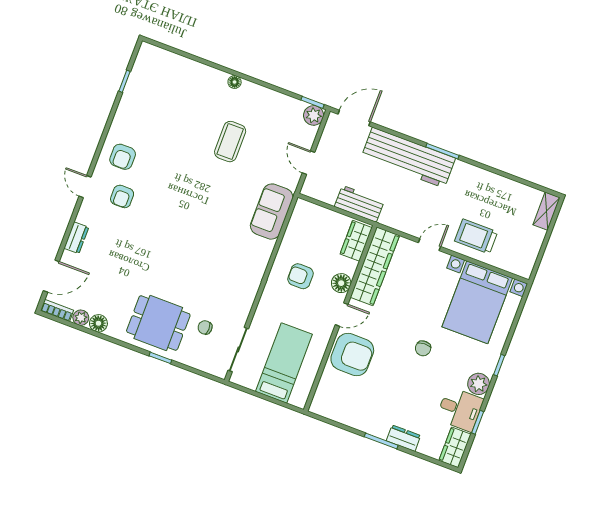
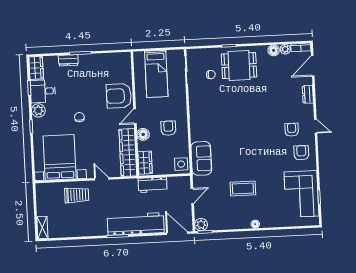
corner sofa: (148, 97) -> (301, 194), added
door: (354, 118) -> (177, 233), swing flipped
coffee table: (230, 142) -> (243, 189), turned 90
door: (309, 163) -> (192, 196), hinge flipped
side table: (305, 216) -> (181, 164), added
door: (429, 245) -> (102, 179), swing flipped
armchair: (301, 276) -> (168, 128), turned -90

